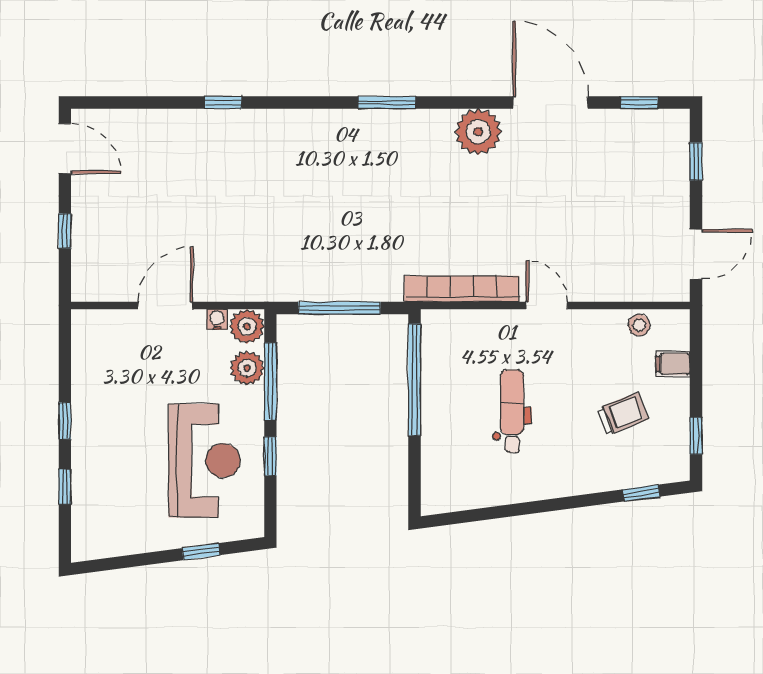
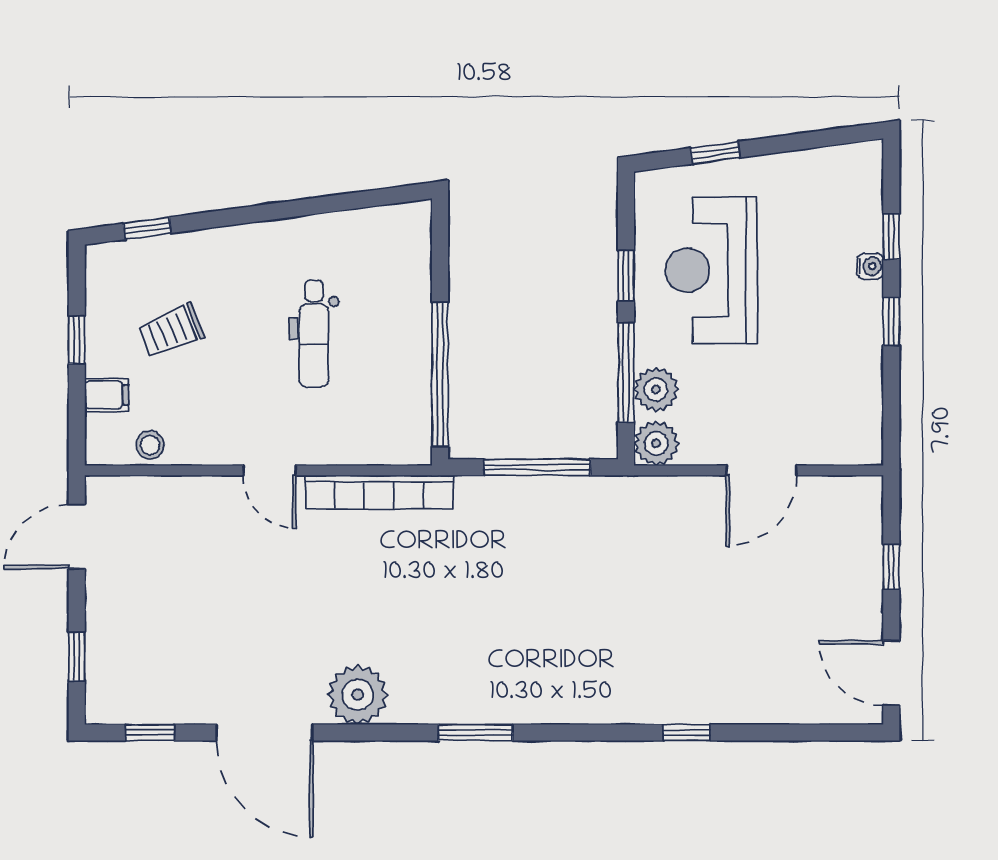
water cooler: (217, 319) -> (870, 266), moved, turned -90
window: (696, 436) -> (77, 340), moved

